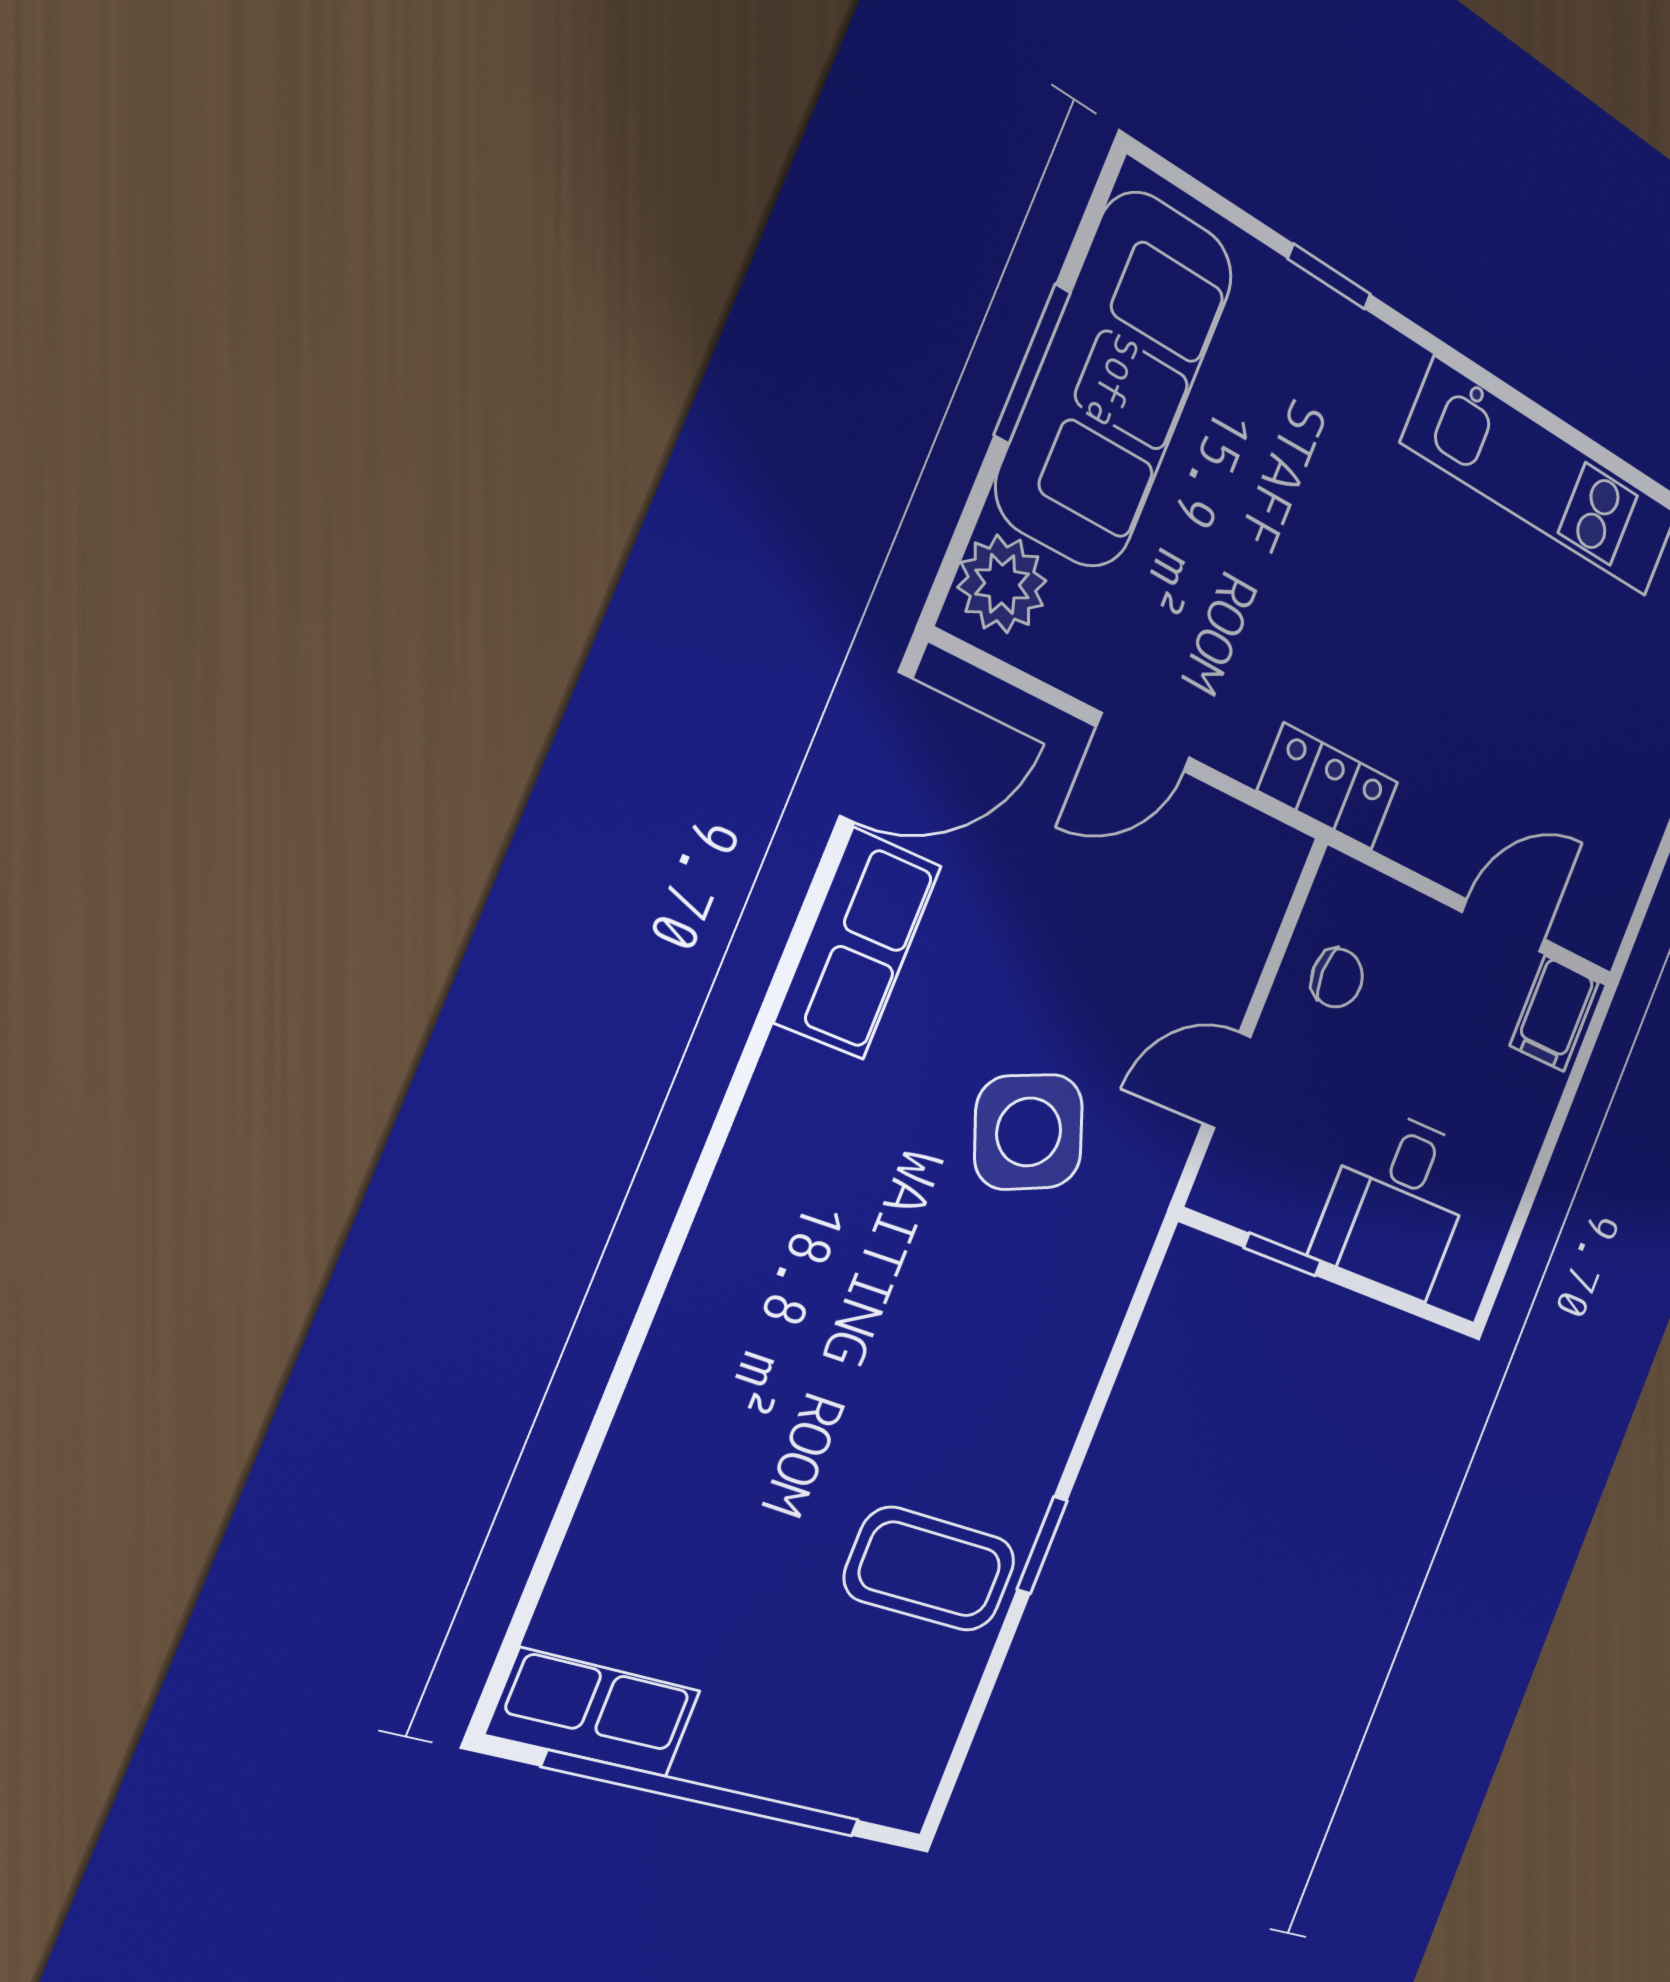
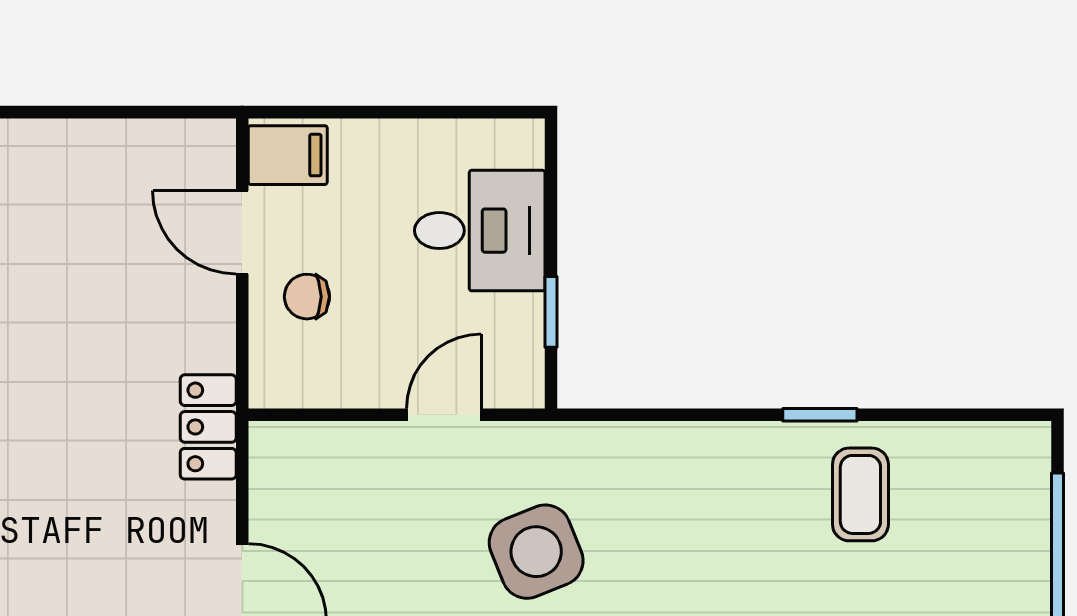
chair: (1337, 978) -> (307, 297), moved, turned -90
door: (1227, 1080) -> (444, 415), swing flipped
coffee table: (930, 1569) -> (860, 494), width x0.73, depth x0.77

